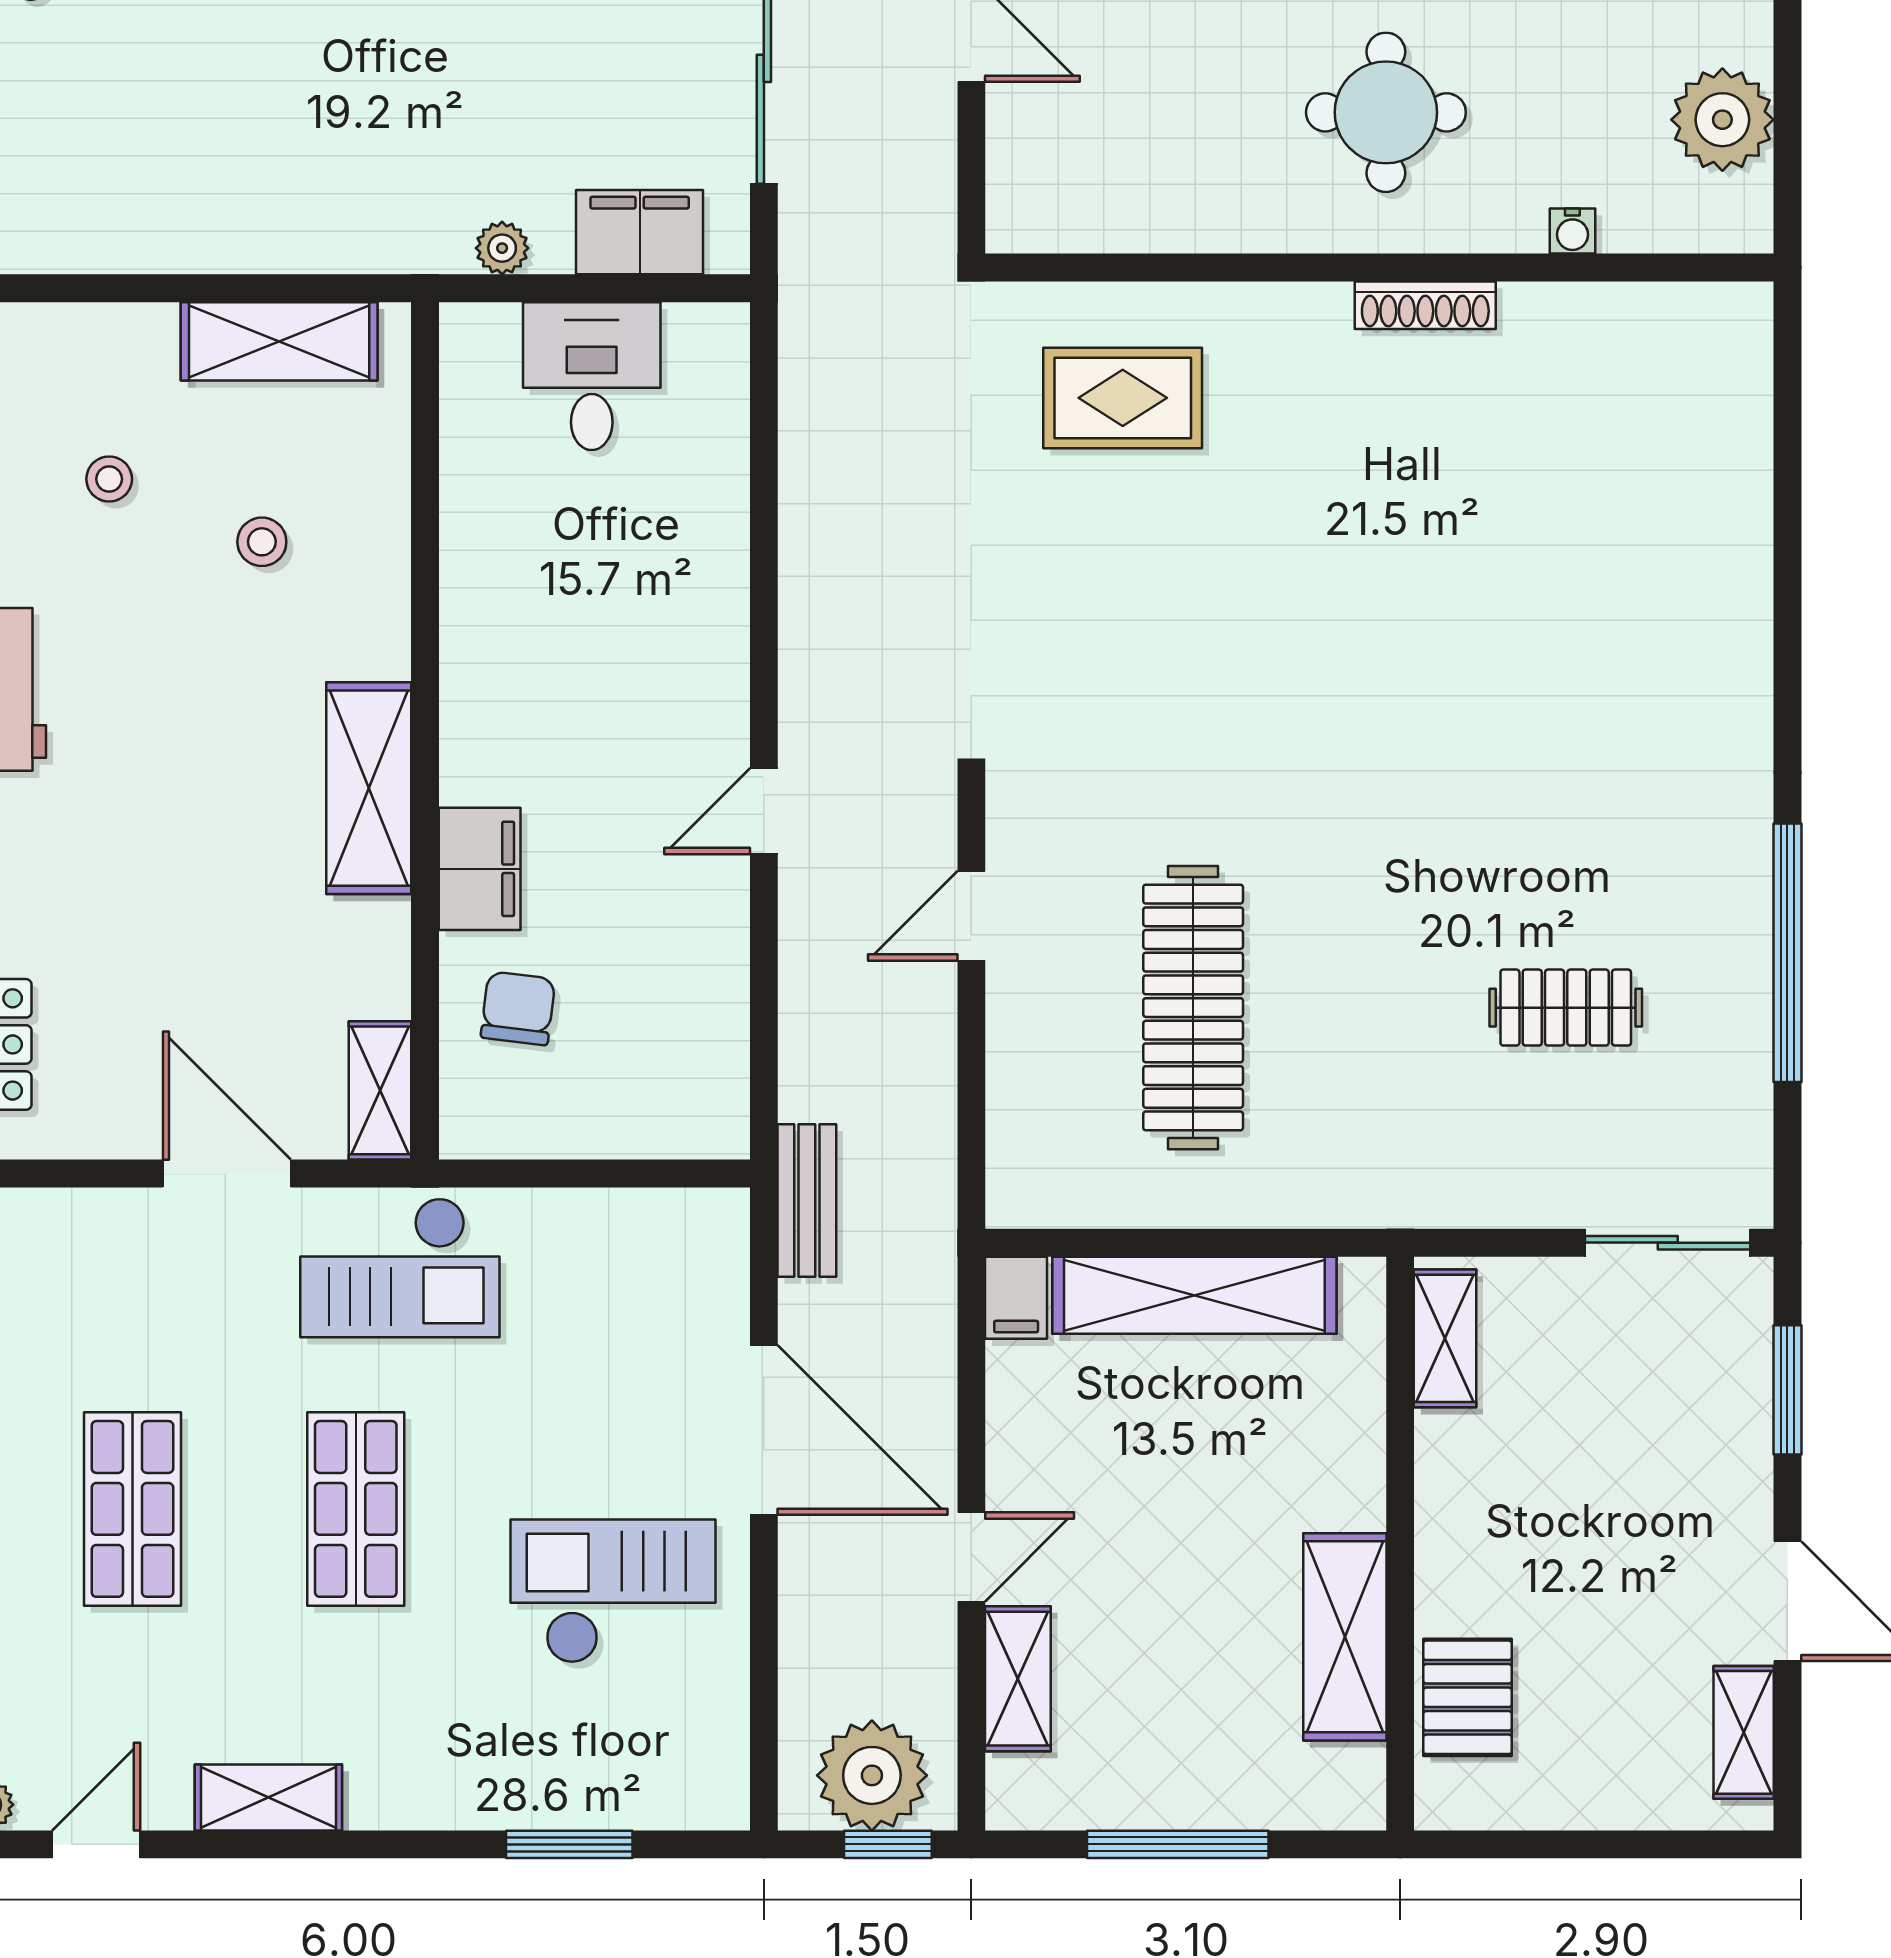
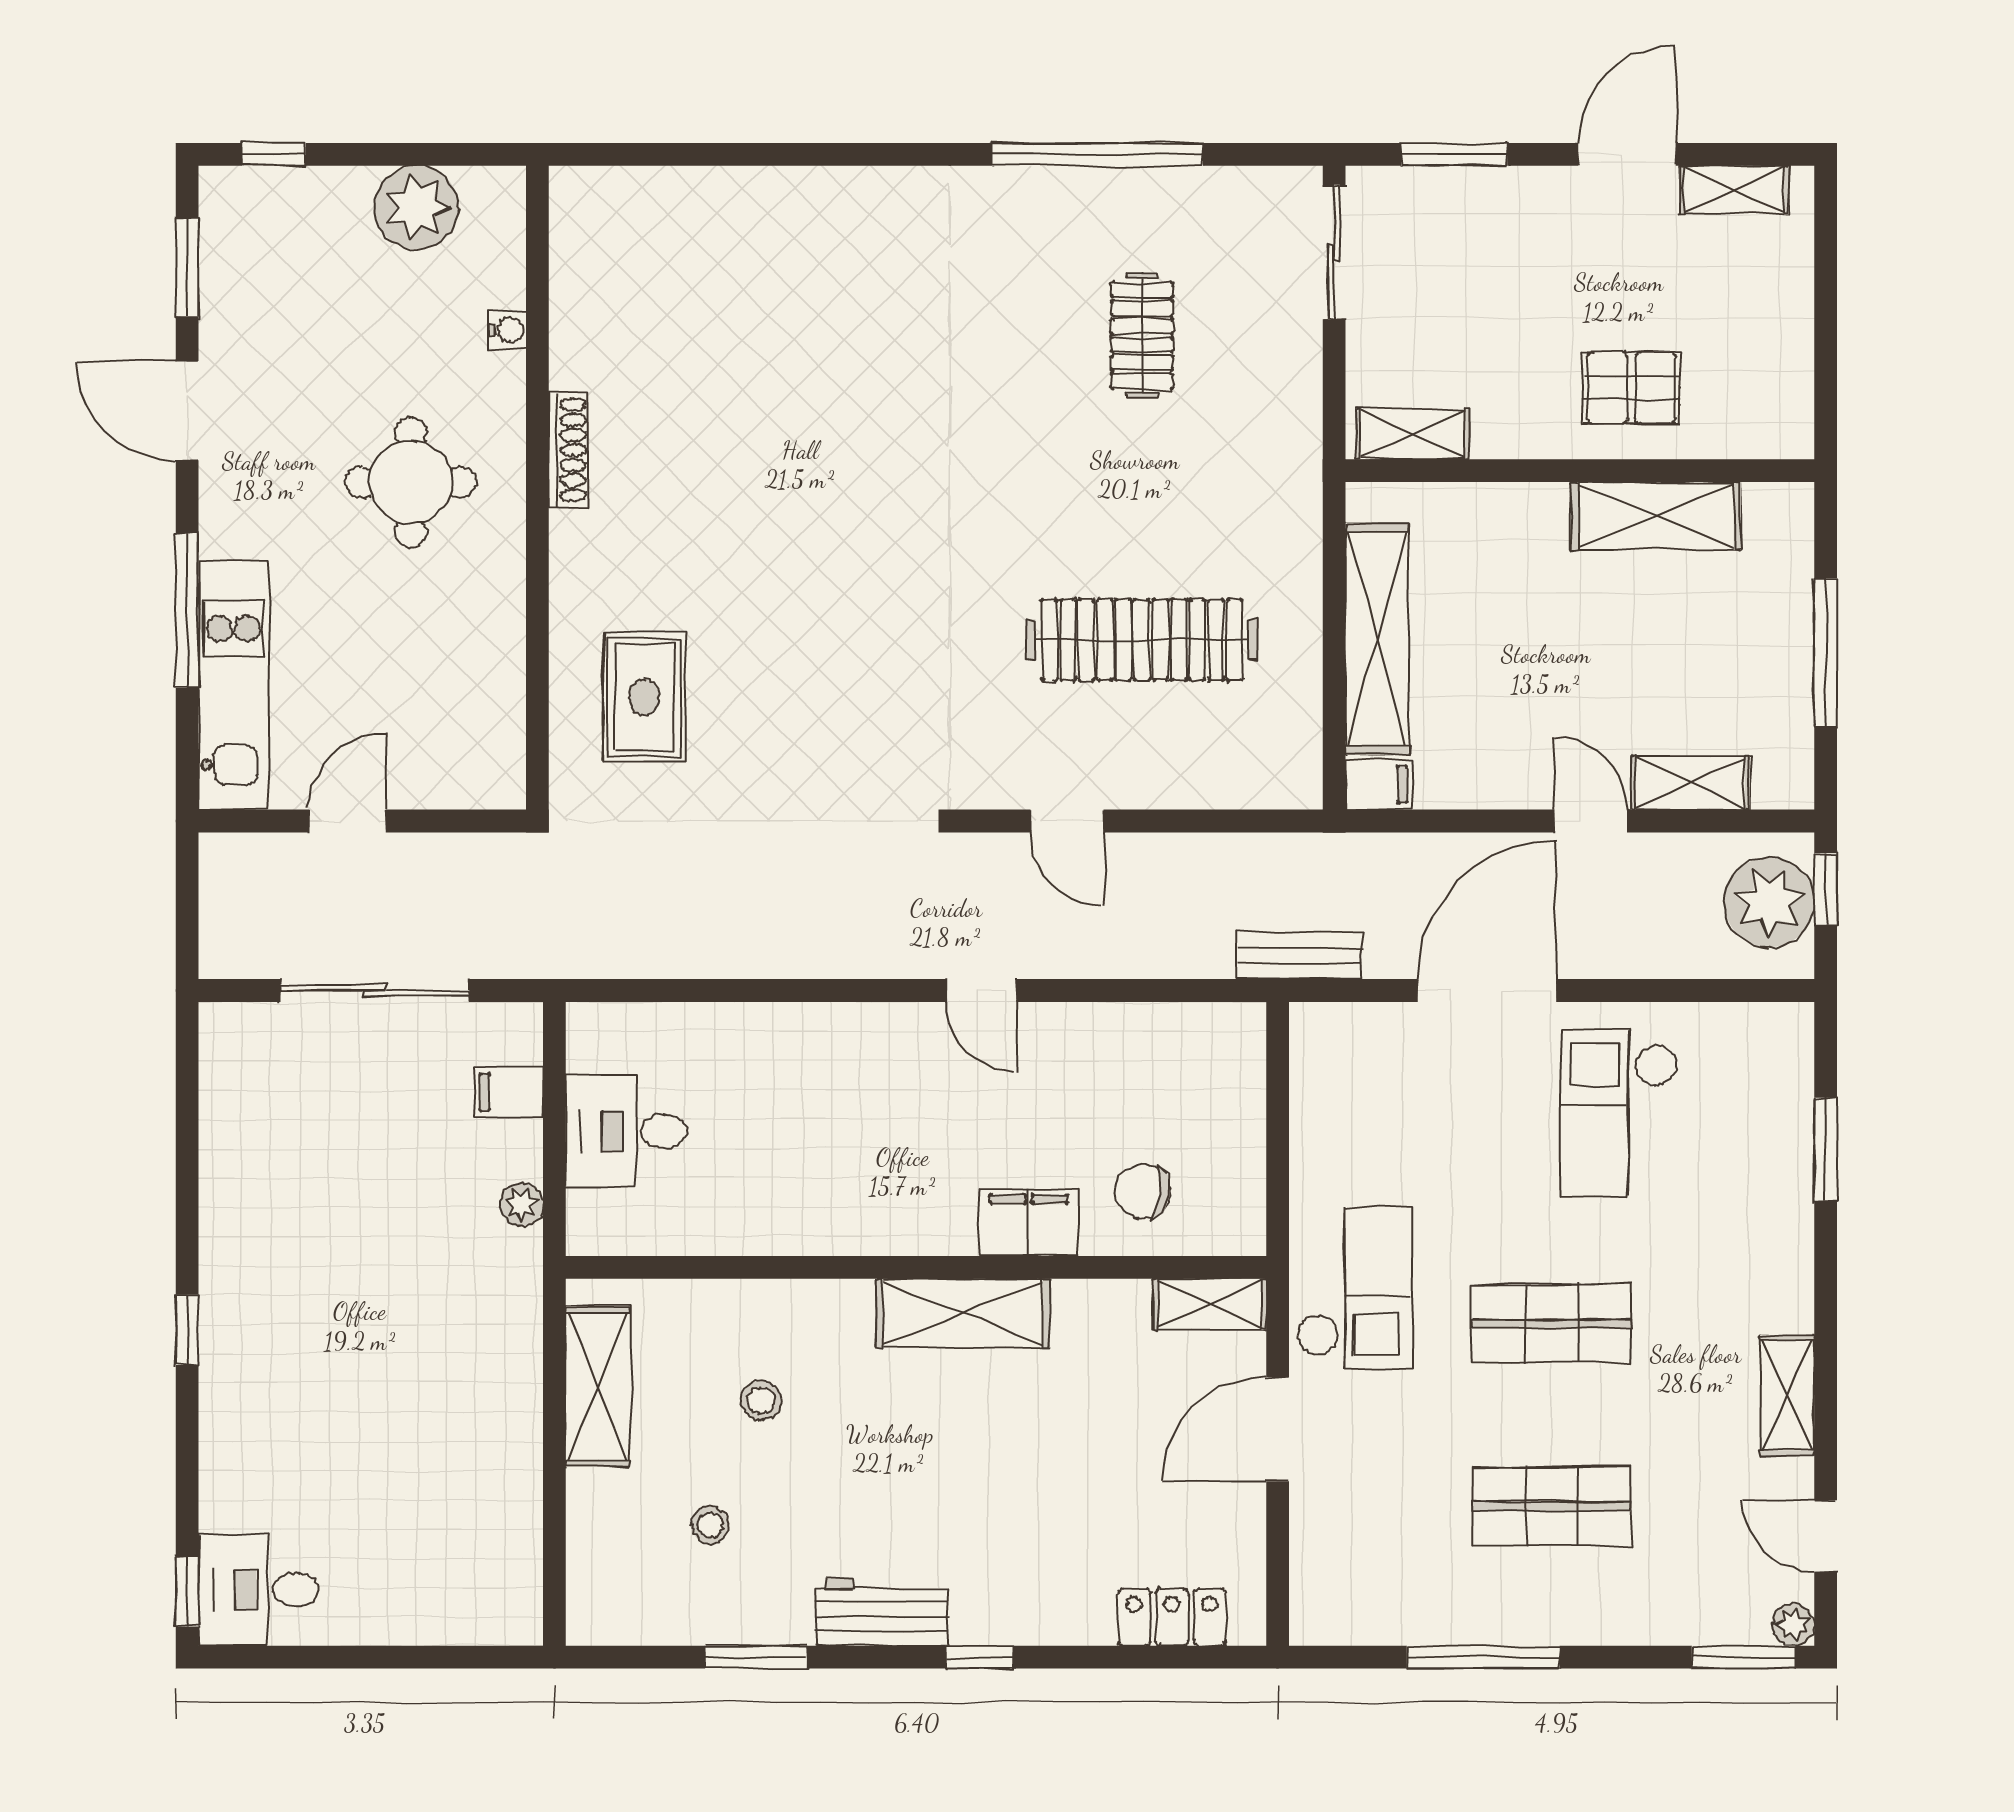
filing cabinet: (640, 232) -> (509, 1092), width x0.50
pallet: (1468, 1697) -> (1631, 388), moved

